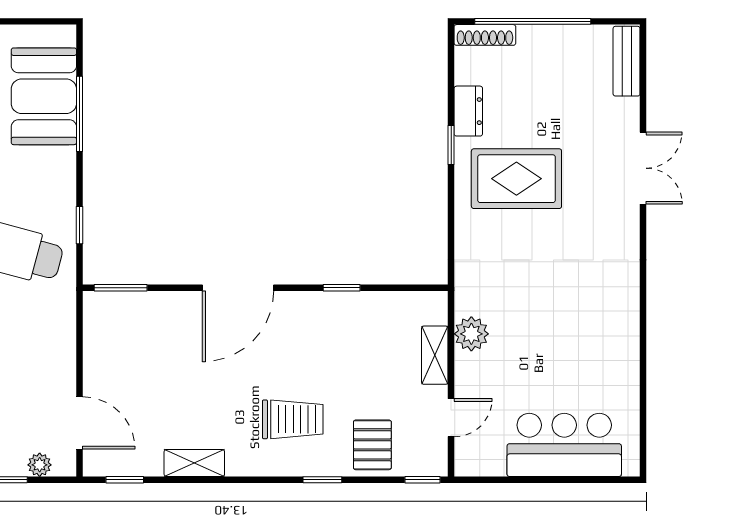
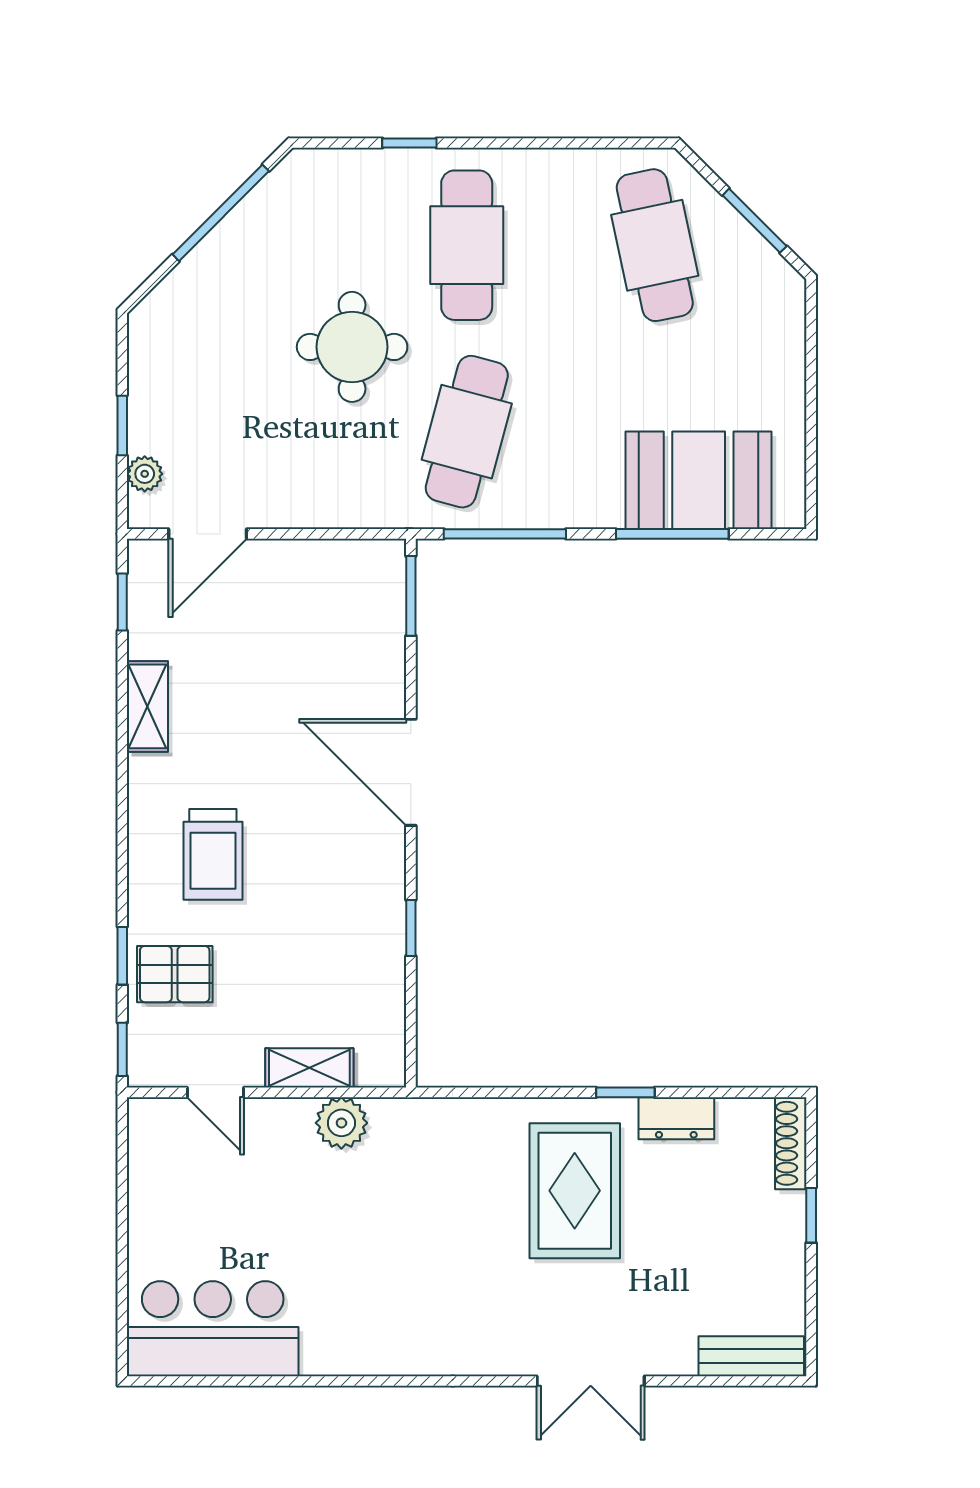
window: (533, 21) -> (811, 1215), width x0.32
window: (79, 225) -> (505, 534), width x2.17
bar counter: (564, 445) -> (213, 1329), moved, turned -90
window: (322, 480) -> (122, 956), moved

